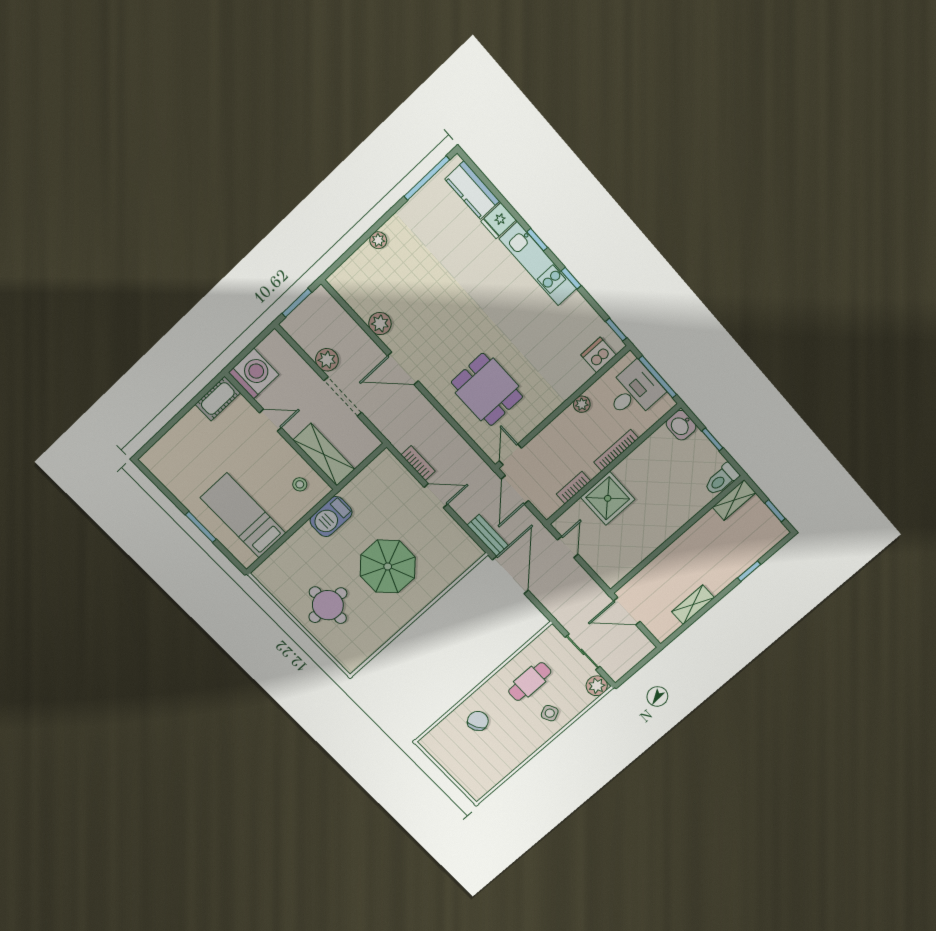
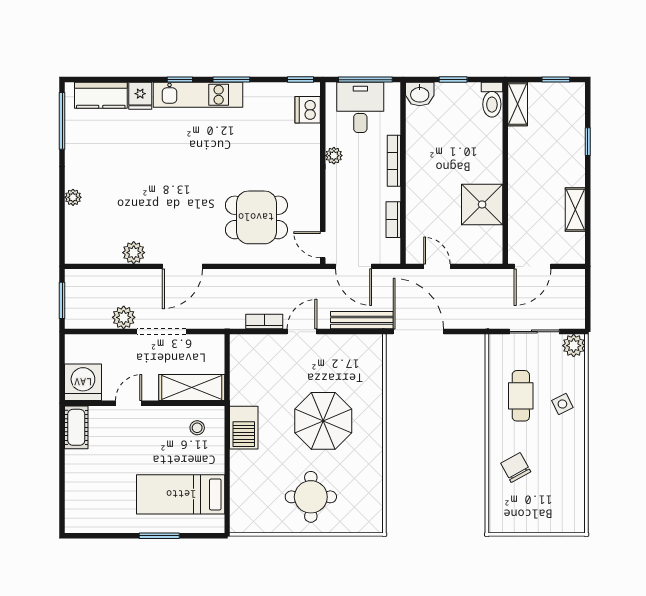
window: (571, 278) -> (231, 80), width x1.50
shower: (608, 498) -> (482, 204), moved
bench: (488, 535) -> (362, 320), width x1.36

